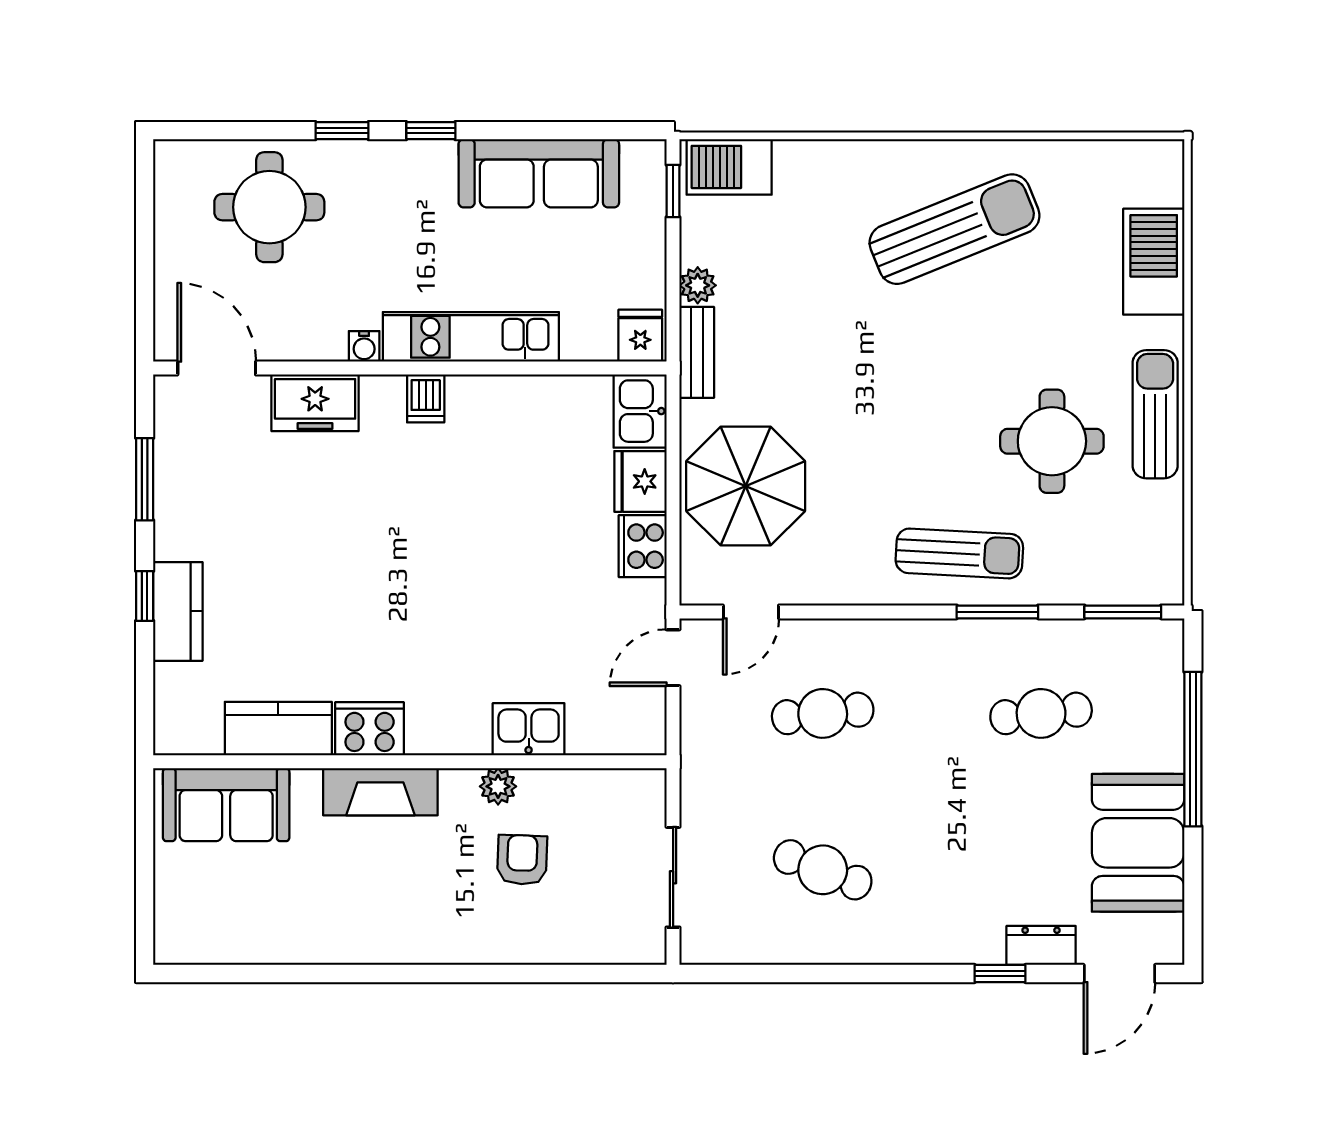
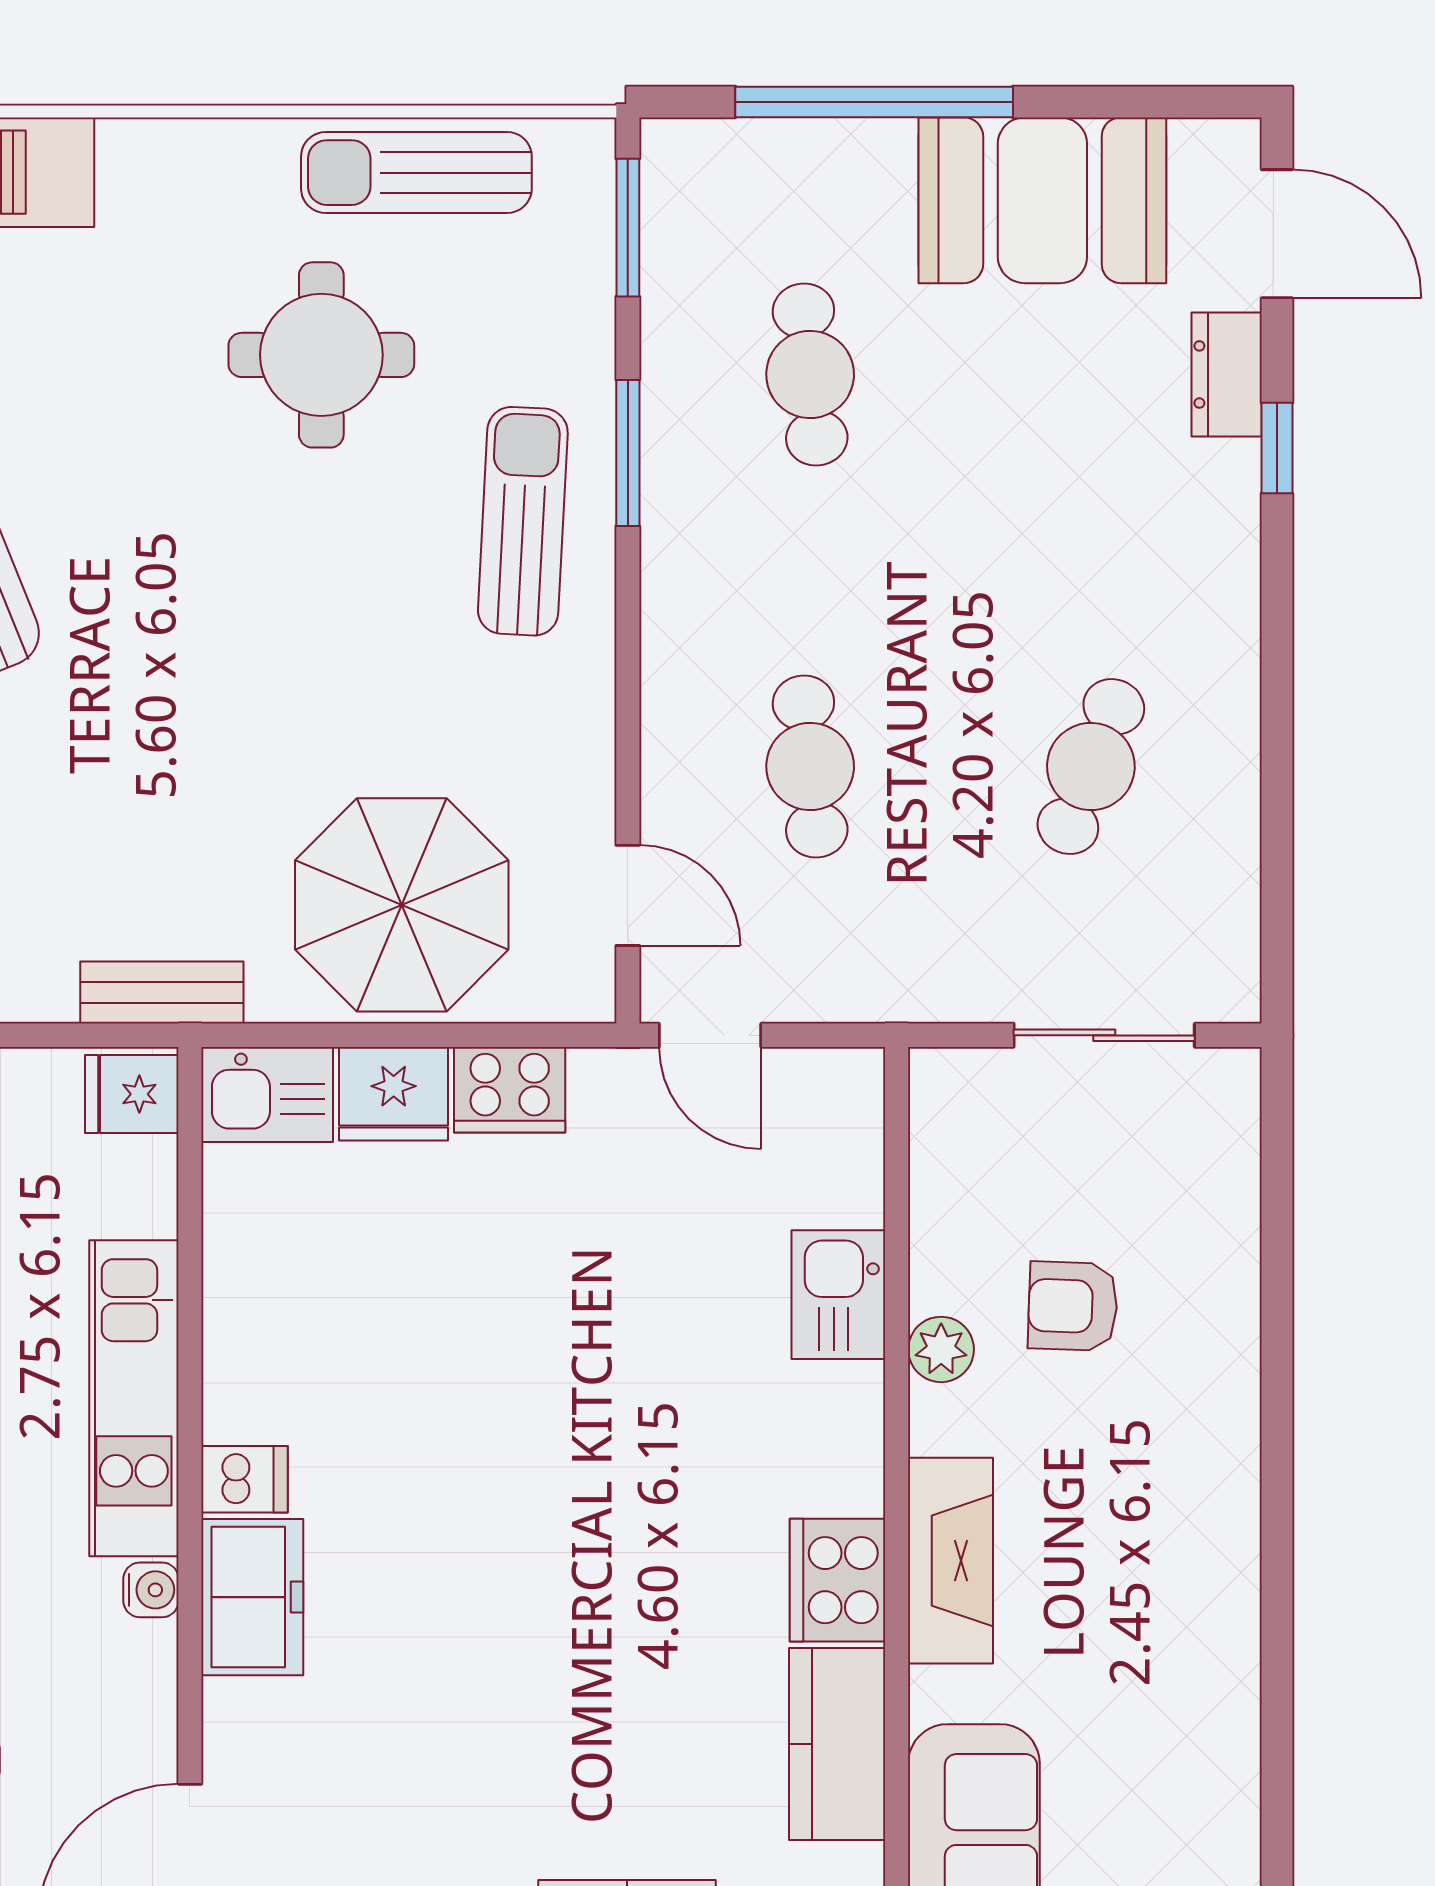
plant: (698, 285) -> (41, 991), removed
freezer: (315, 403) -> (252, 1597), moved
sun lounger: (1155, 414) -> (416, 173), moved

